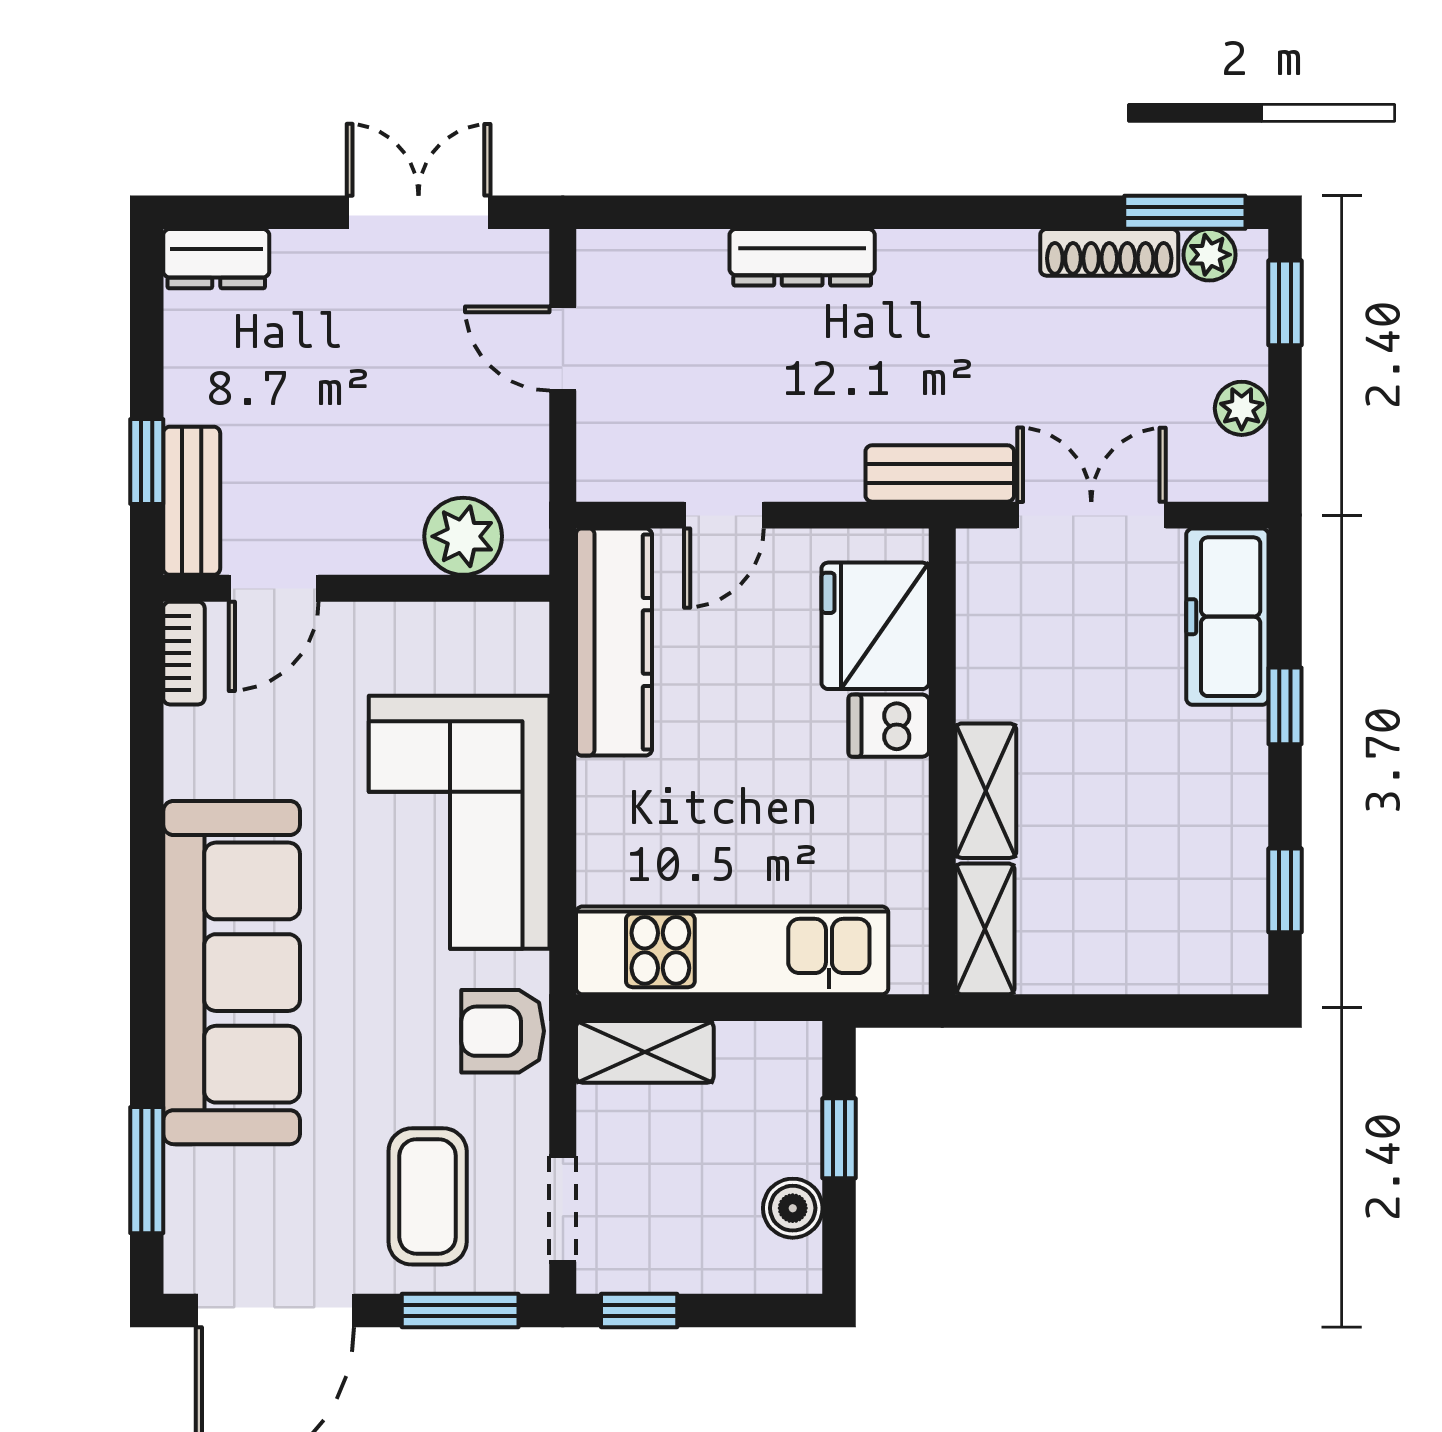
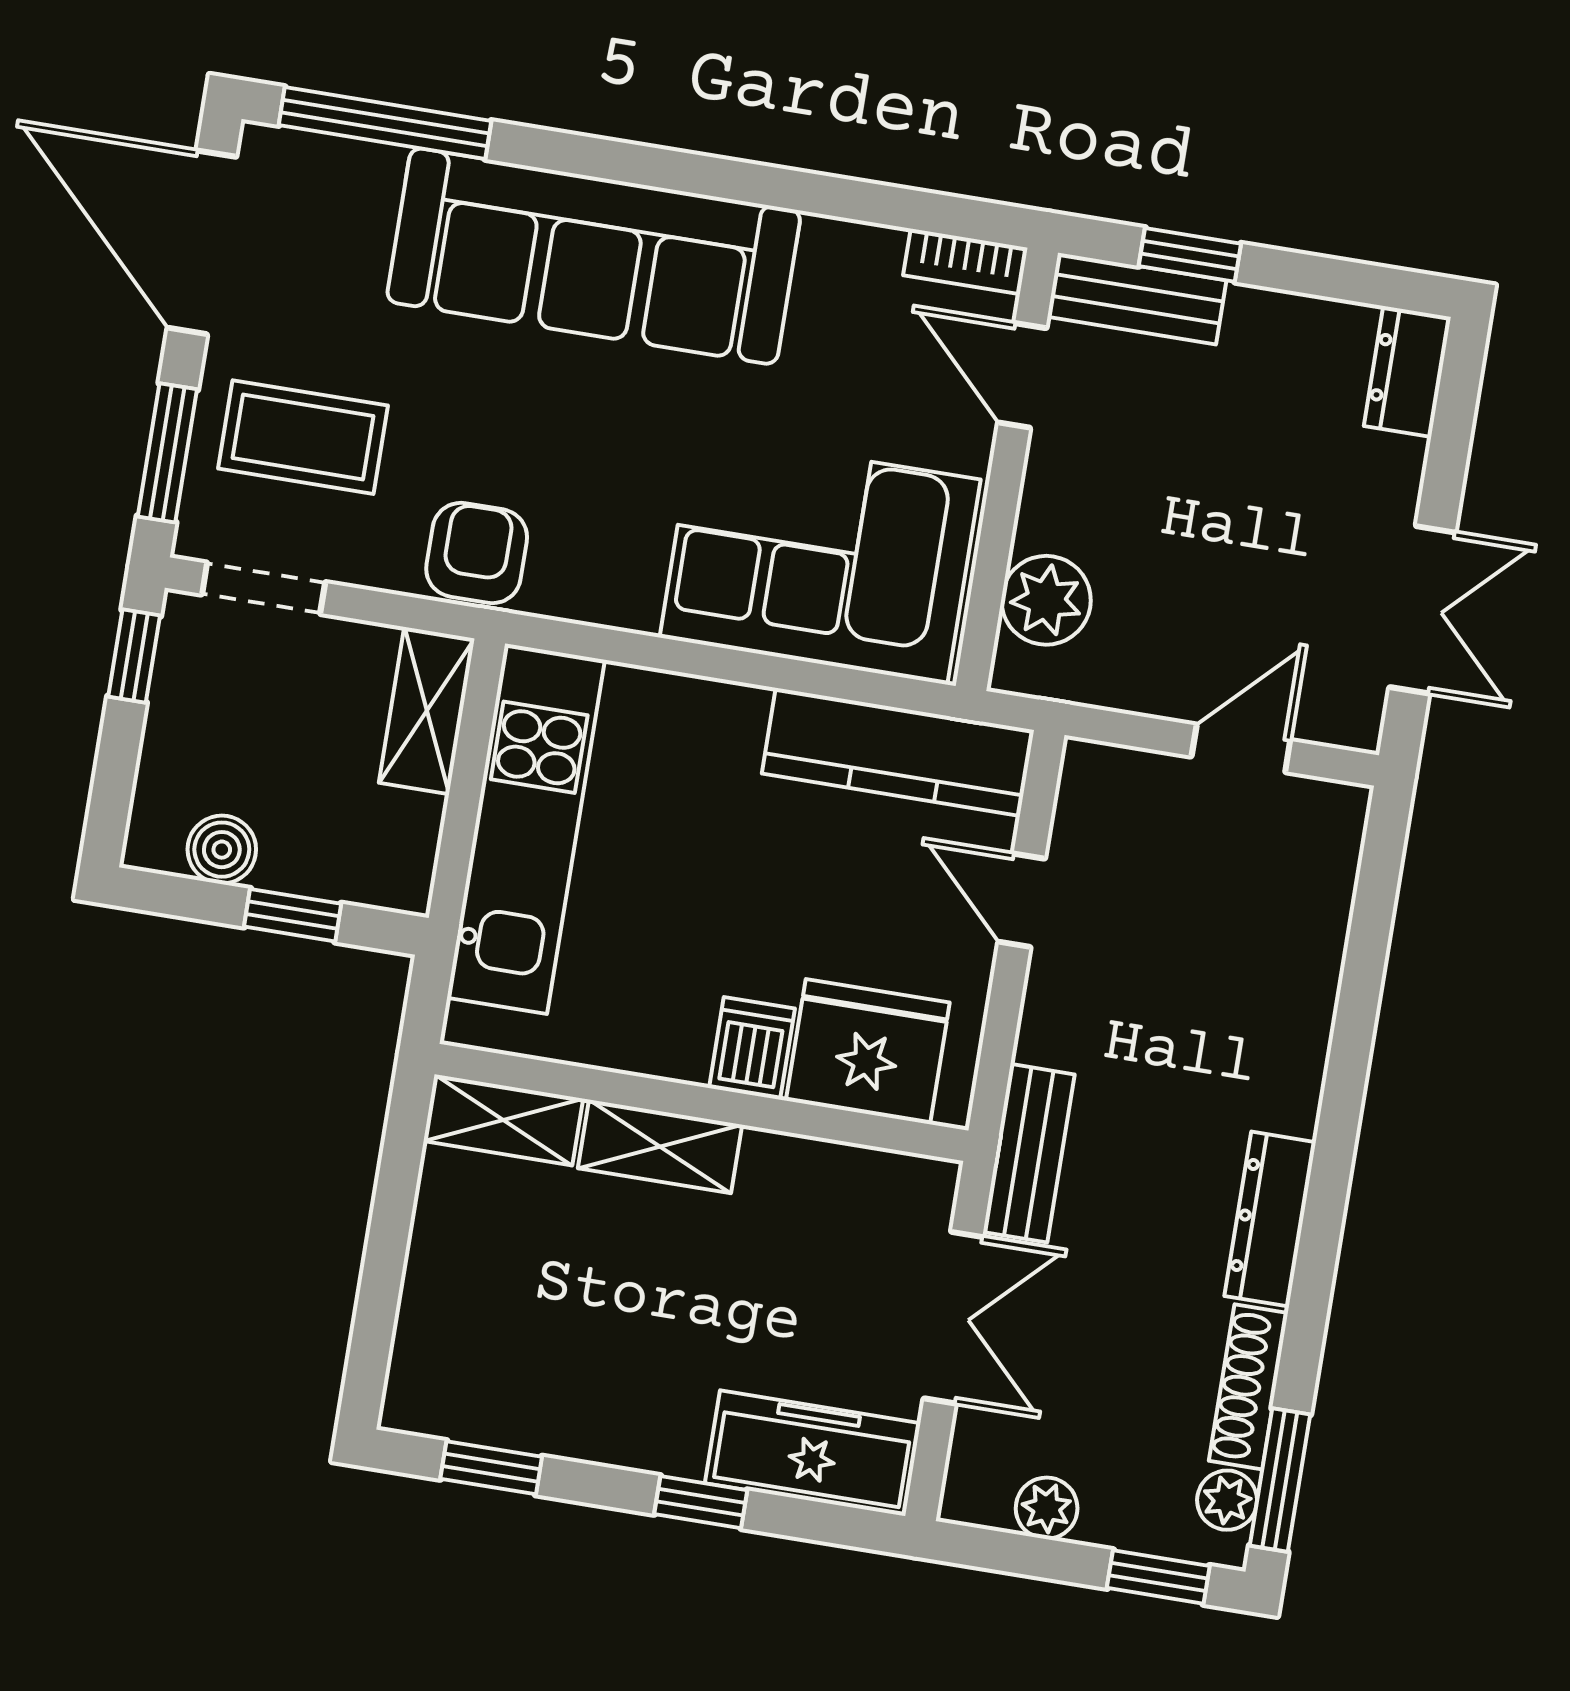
dresser: (802, 257) -> (1270, 1219), moved
corner sofa: (459, 822) -> (820, 559), moved
window: (147, 1170) -> (385, 123), width x1.44

